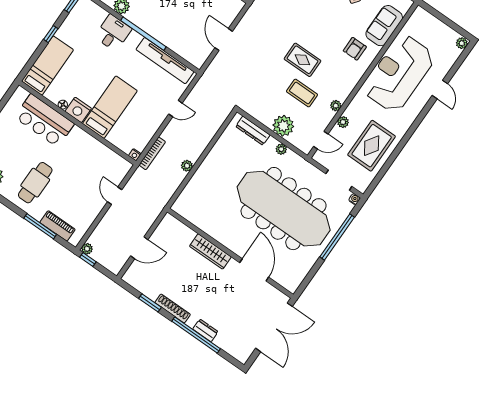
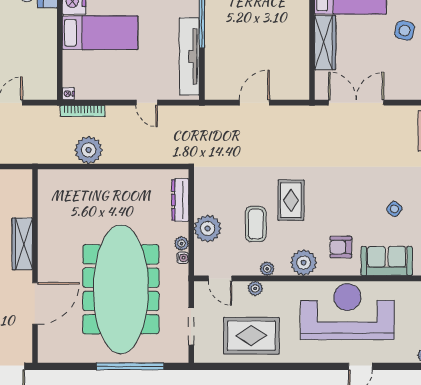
plant: (348, 80) -> (304, 263), added
plant: (187, 166) -> (89, 150), width x1.87, depth x1.87
water cooler: (354, 199) -> (183, 258), moved

